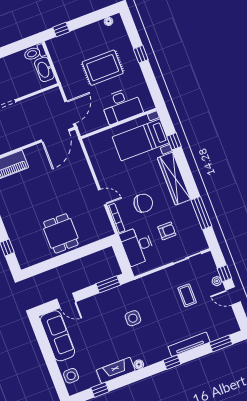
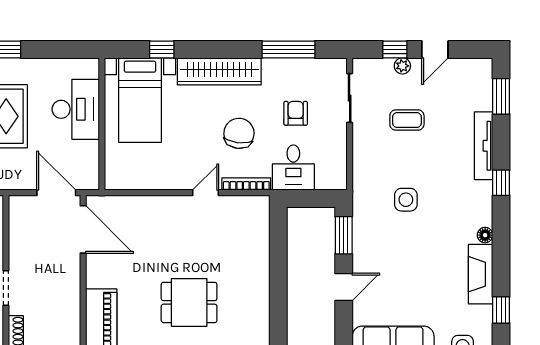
dining table: (61, 233) -> (189, 302), moved
desk: (137, 246) -> (293, 168), width x0.73
door: (66, 300) -> (344, 287), moved
side table: (133, 318) -> (406, 200), moved

